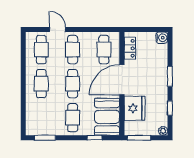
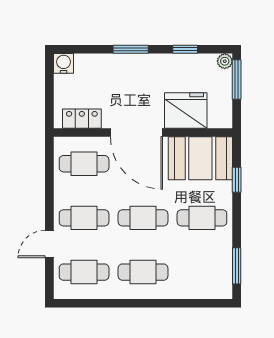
window: (139, 138) -> (237, 79), moved

